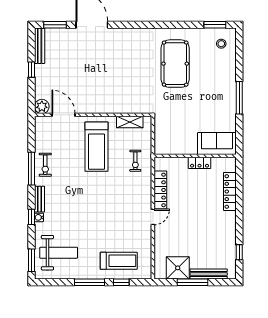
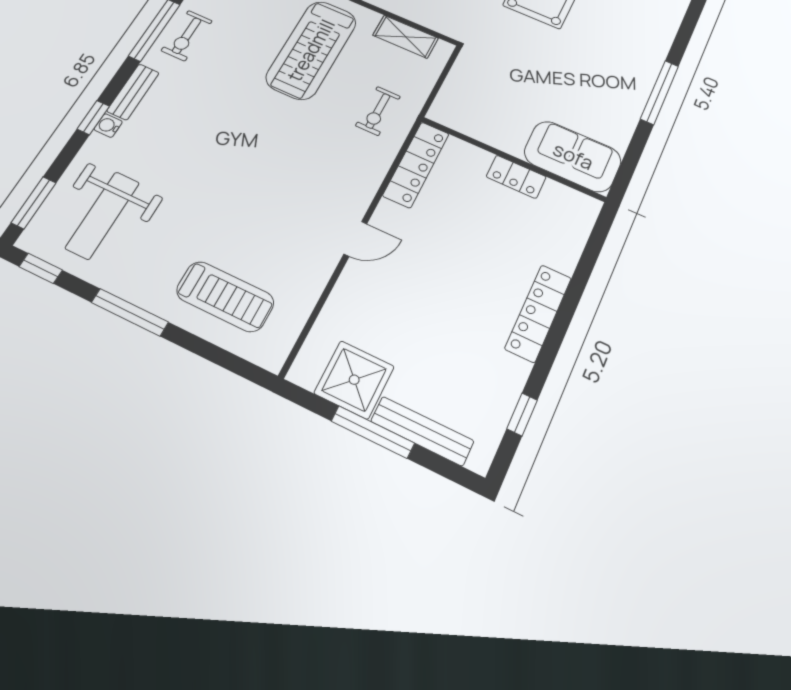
locker: (160, 190) -> (416, 164), moved
locker: (230, 191) -> (538, 313), moved
weight bench: (59, 253) -> (103, 215), turned 90
window: (121, 282) -> (41, 268), moved

